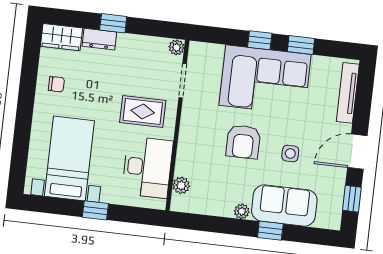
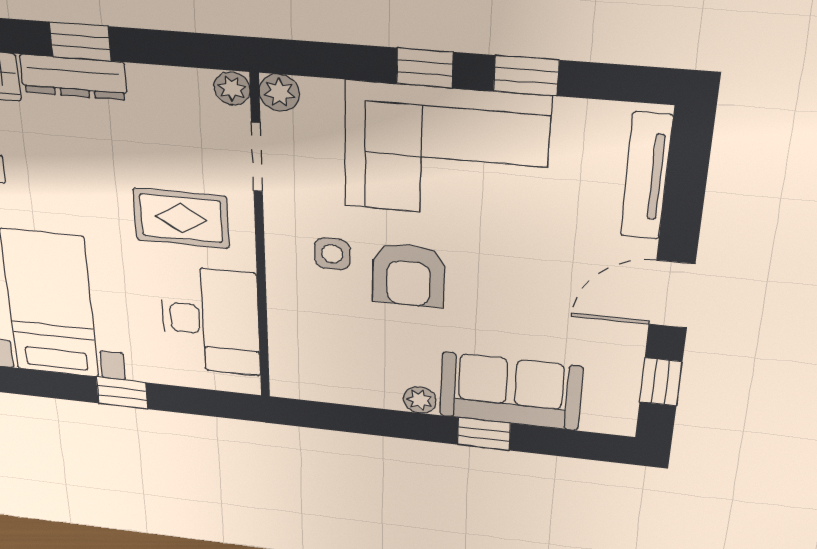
dresser: (99, 39) -> (73, 77), width x1.44
side table: (290, 153) -> (332, 254), moved
plant: (181, 185) -> (279, 93), moved

